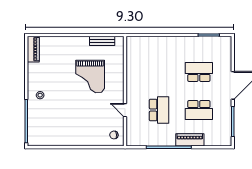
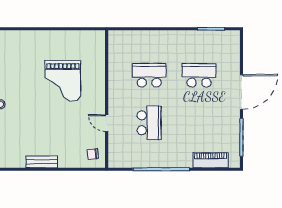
bench: (102, 41) -> (42, 162), moved
school desk: (199, 110) -> (149, 75), moved, turned 180
piano: (190, 140) -> (211, 160), moved

